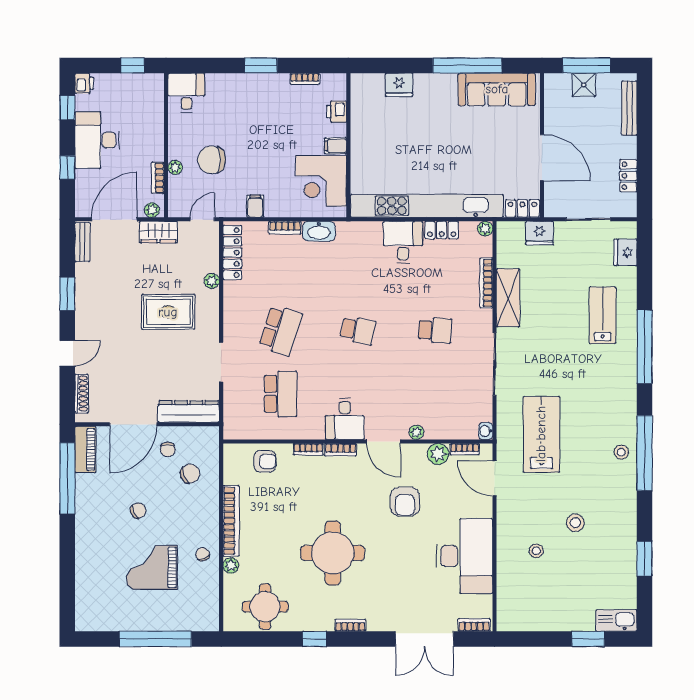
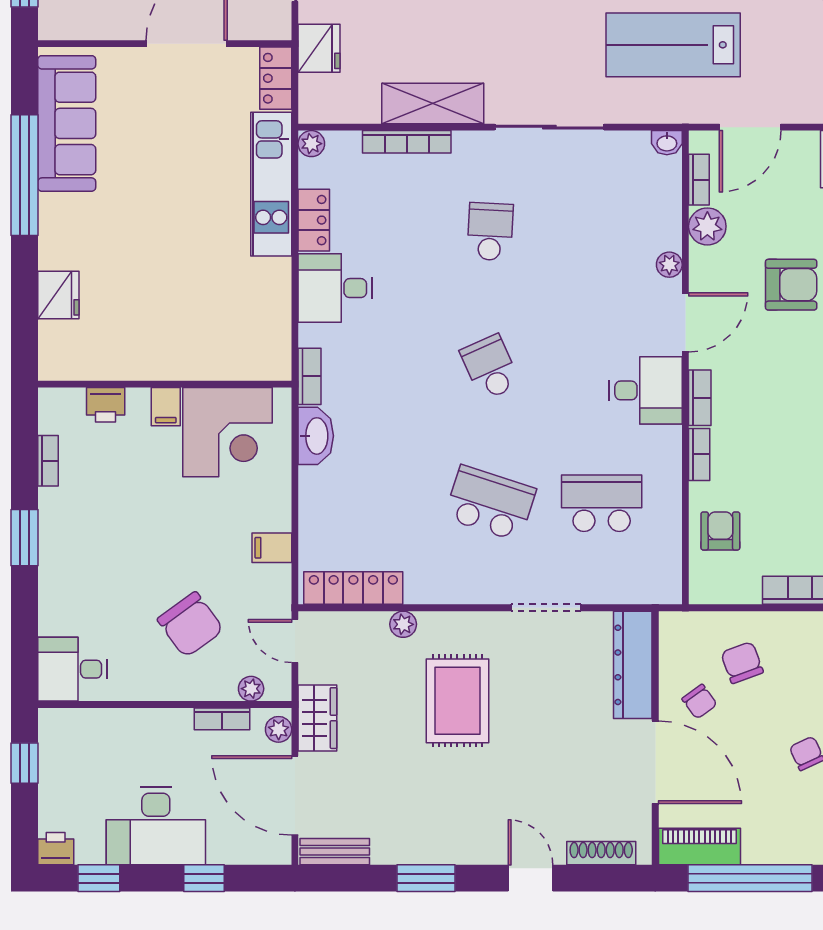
chair: (212, 160) -> (190, 625), turned -36
plant: (175, 167) -> (251, 689), moved
kitchen unit: (427, 206) -> (271, 184), width x0.54
bookcase: (285, 228) -> (309, 376), moved
school desk: (358, 330) -> (490, 367), turned -36
chair: (168, 449) -> (700, 702), turned 54

